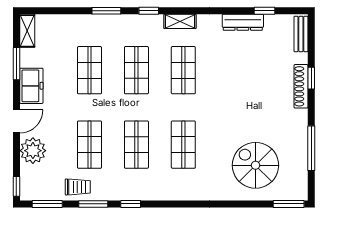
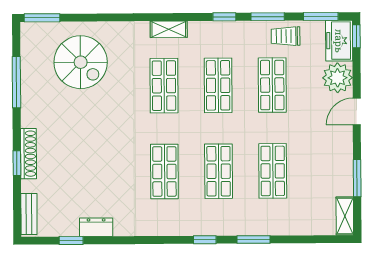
shelving: (180, 21) -> (169, 29), moved
dresser: (243, 22) -> (96, 227), width x0.70
freezer: (31, 86) -> (339, 41), moved

